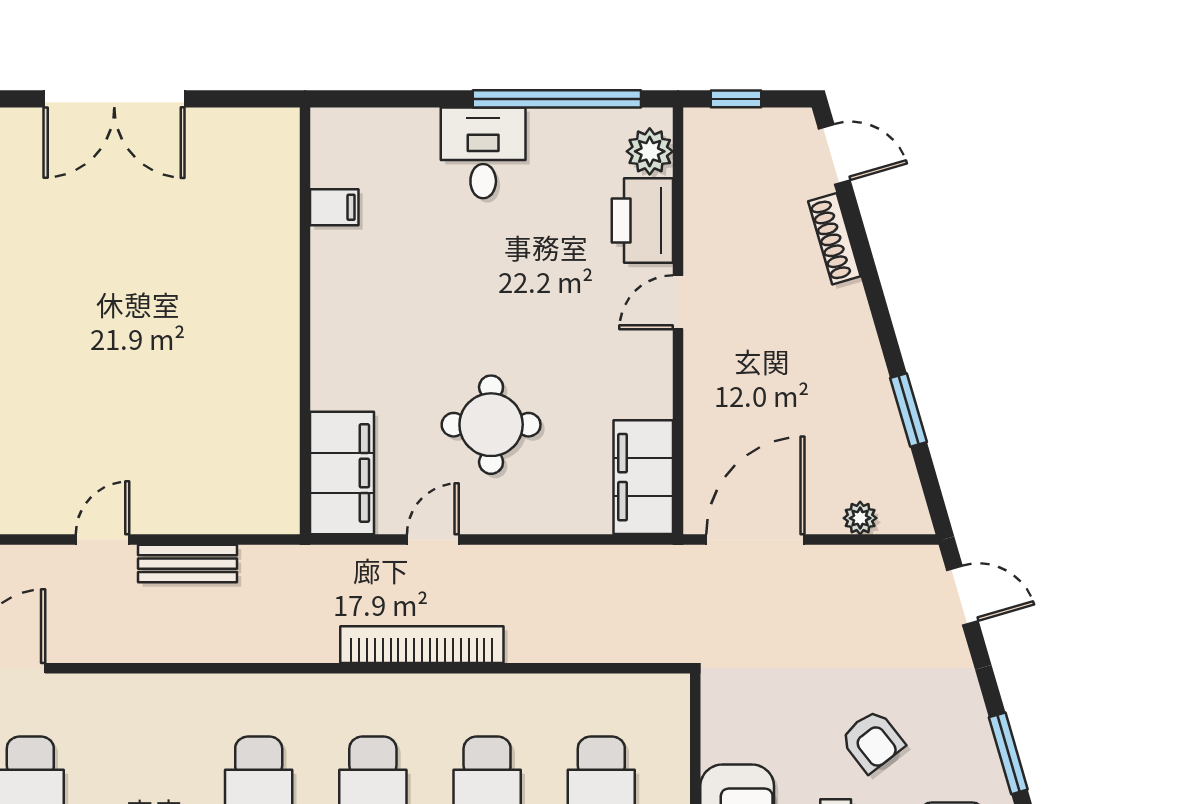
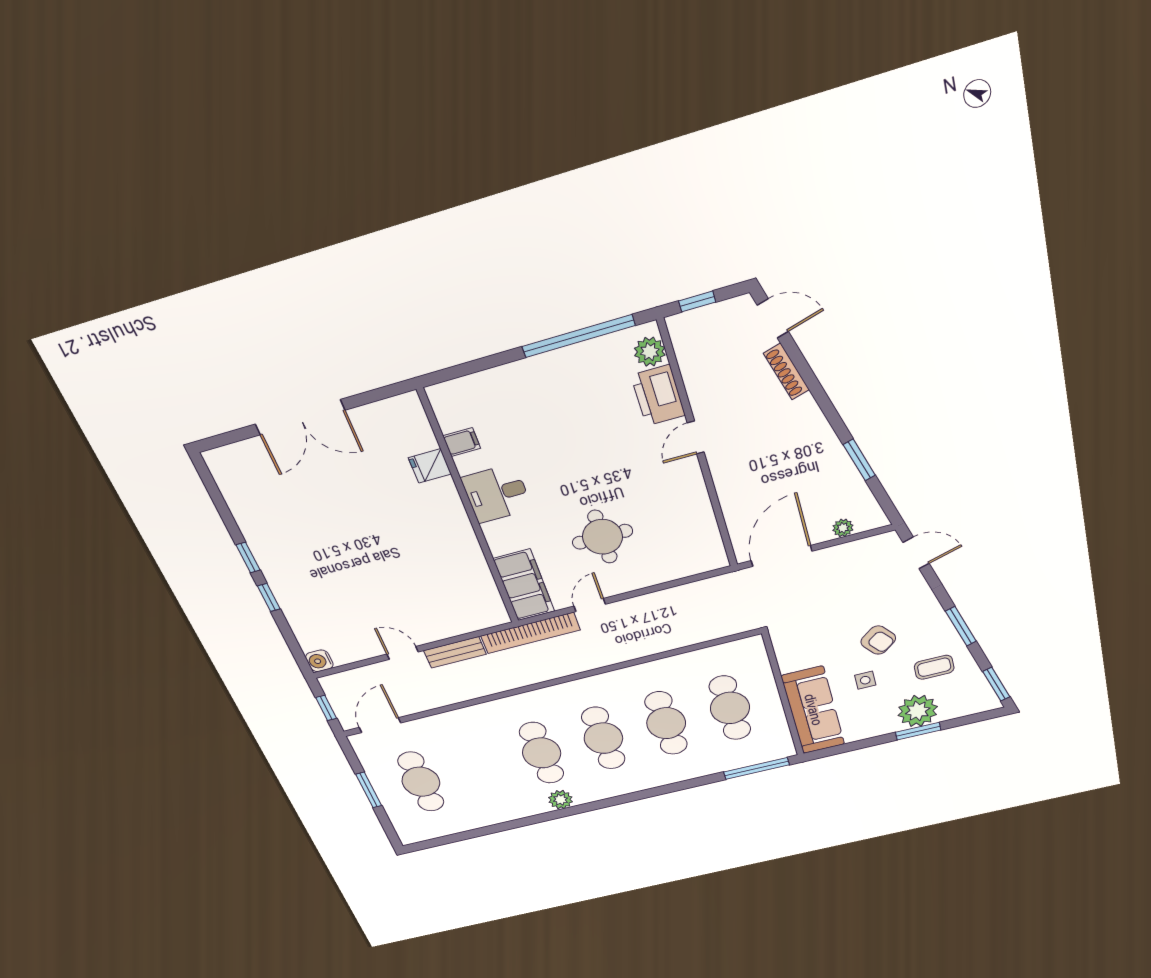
desk: (483, 153) -> (497, 493), moved, turned -90
fridge: (273, 231) -> (430, 466), added
filing cabinet: (643, 477) -> (704, 541), removed
door: (103, 540) -> (403, 653), hinge flipped
bookcase: (422, 645) -> (530, 633), moved, turned 180

